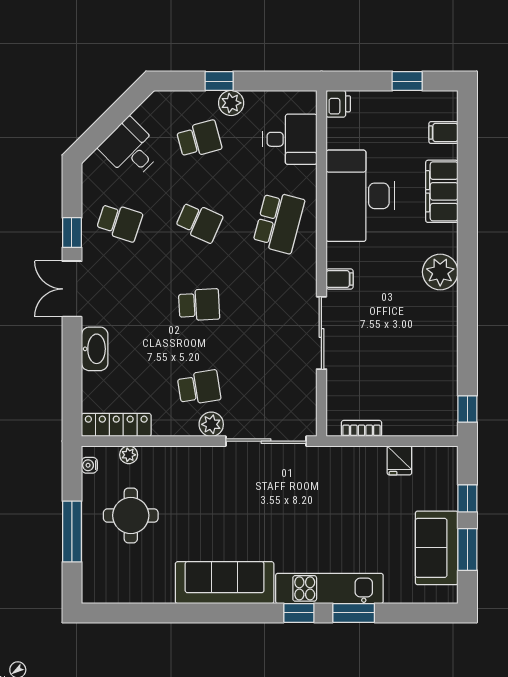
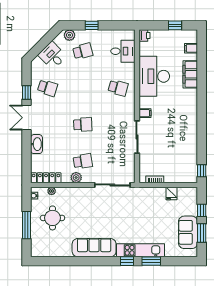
plant: (231, 103) -> (69, 35), moved
school desk: (199, 222) -> (83, 88), removed
school desk: (279, 222) -> (118, 88), width x0.54
plant: (440, 272) -> (190, 110), removed
plant: (211, 424) -> (76, 178), moved

